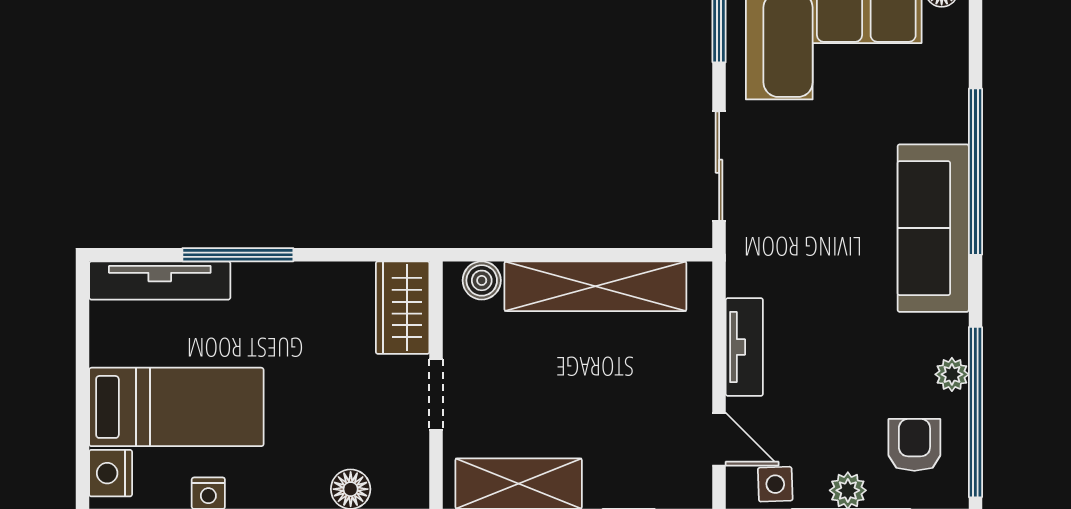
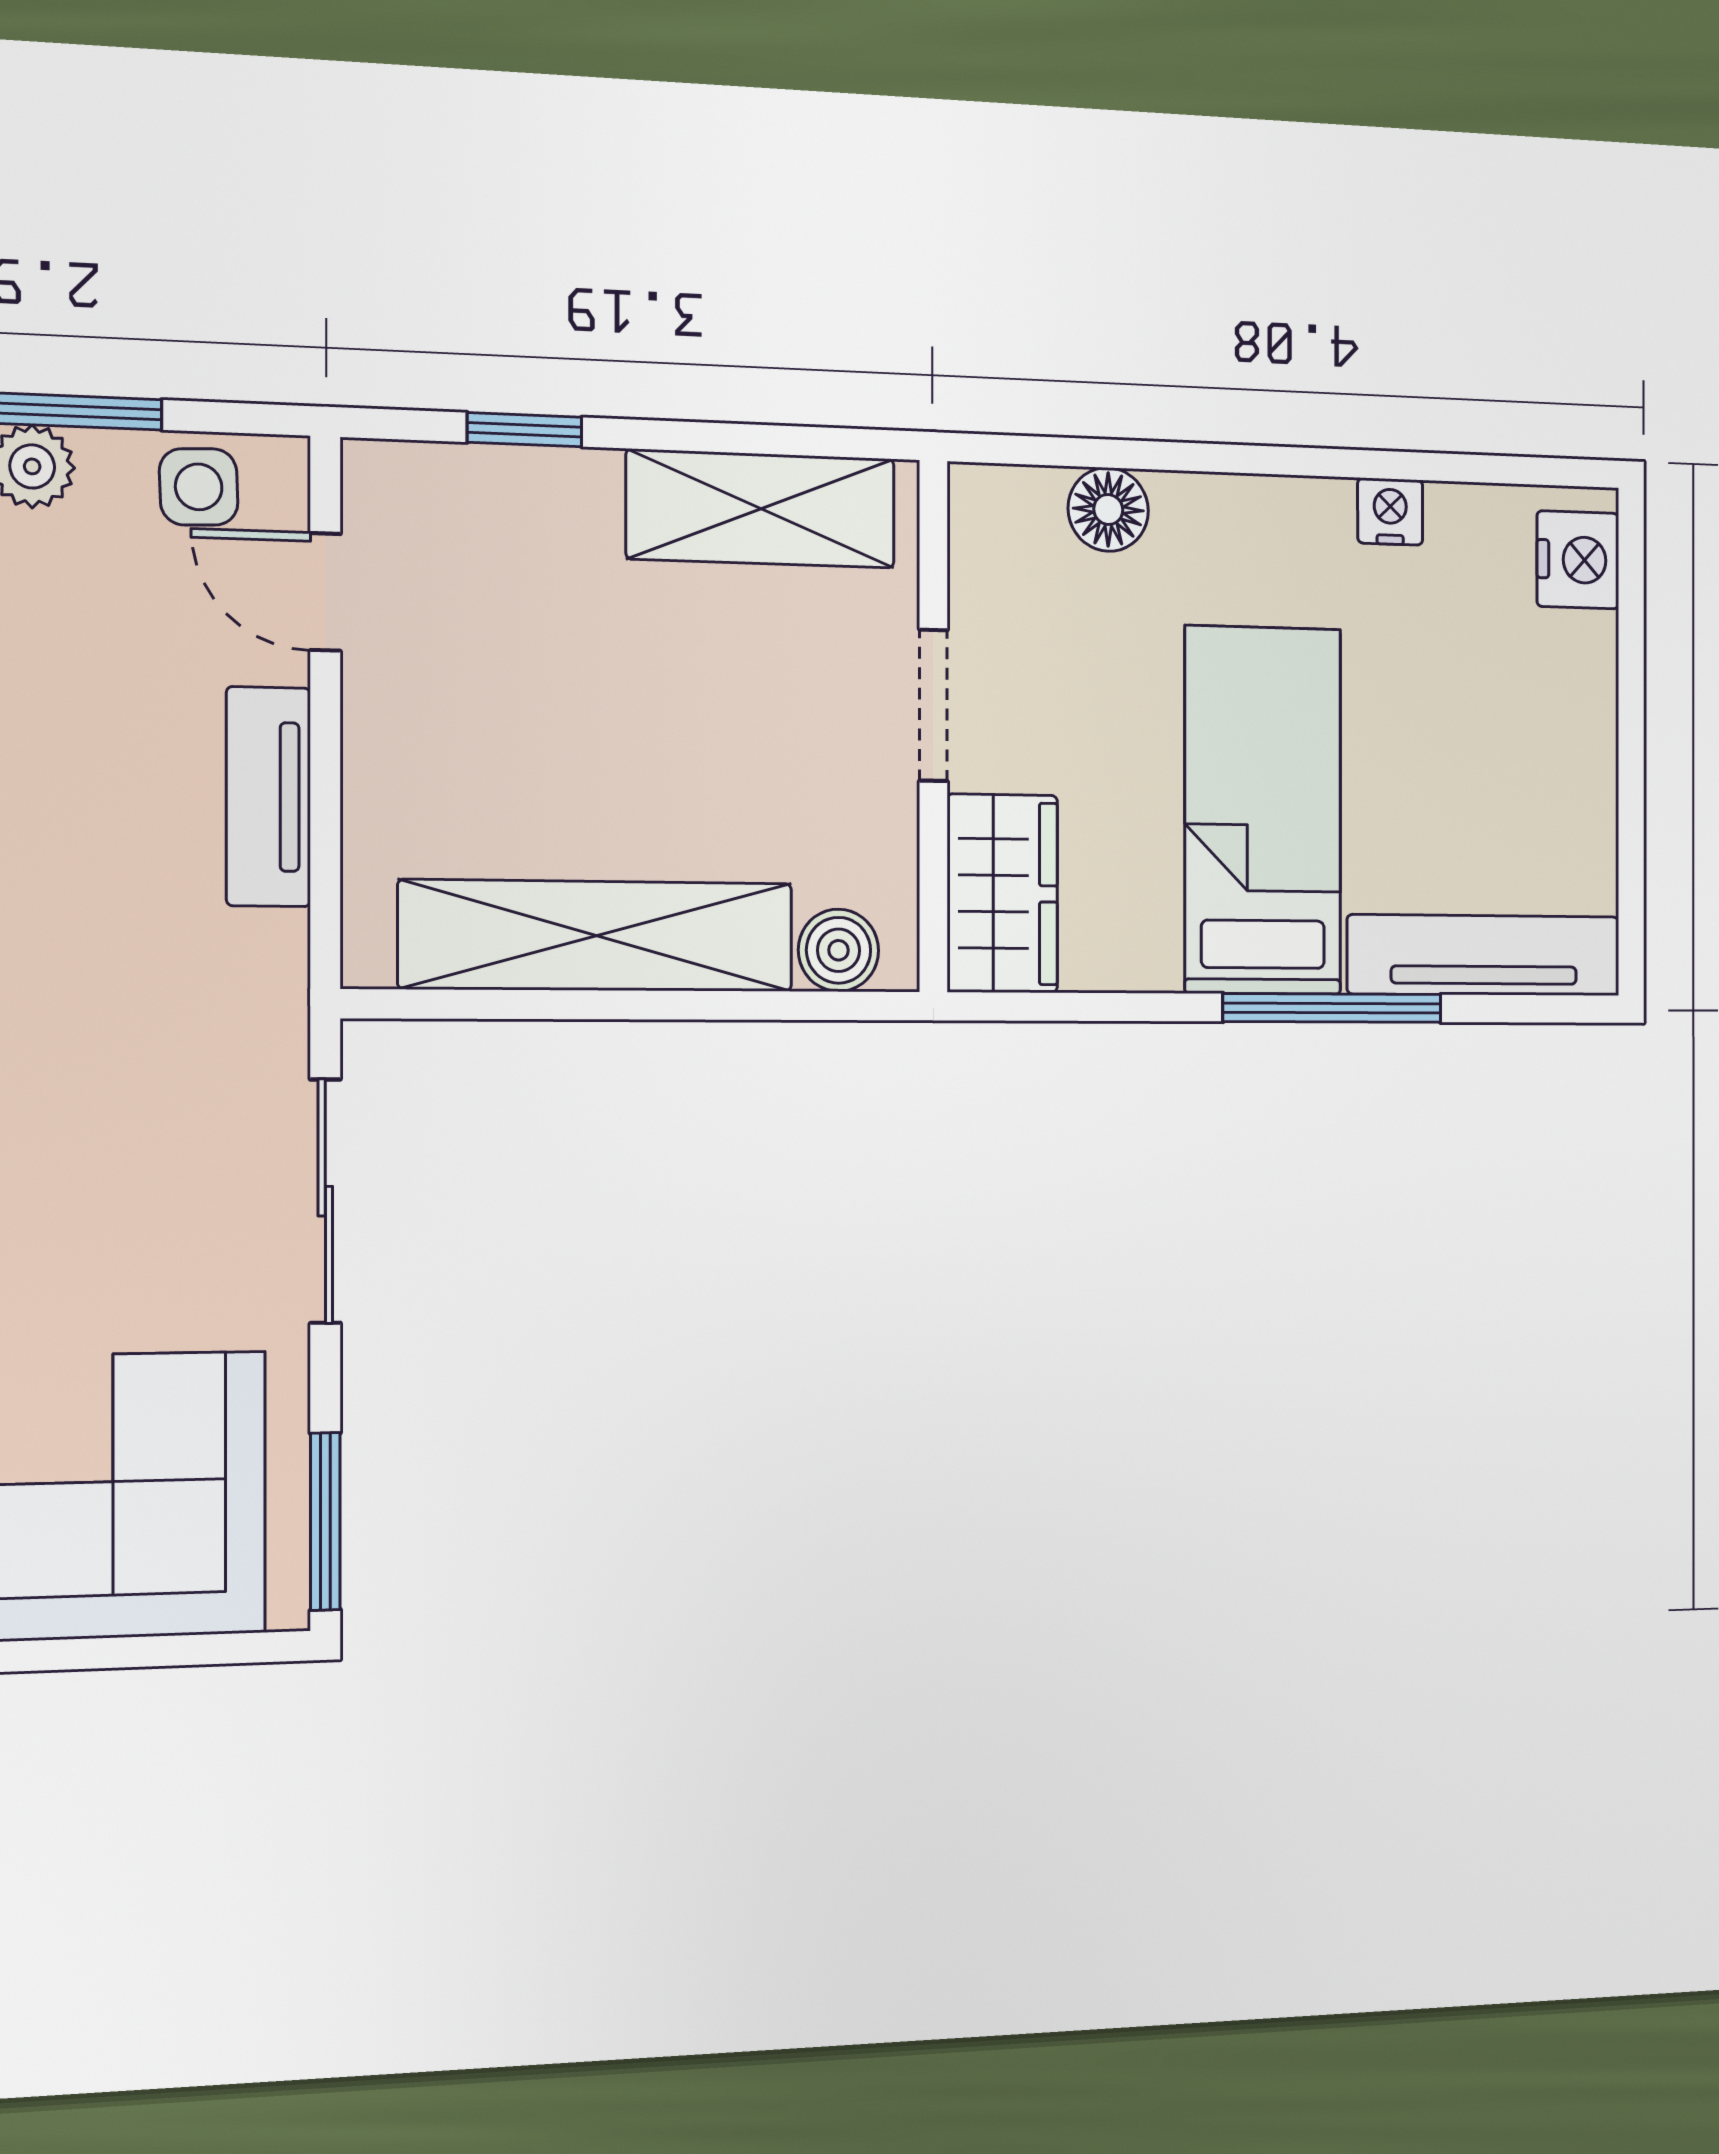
bed: (176, 407) -> (1263, 810), moved, turned 90

